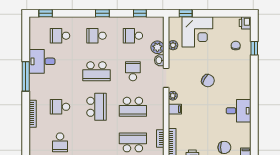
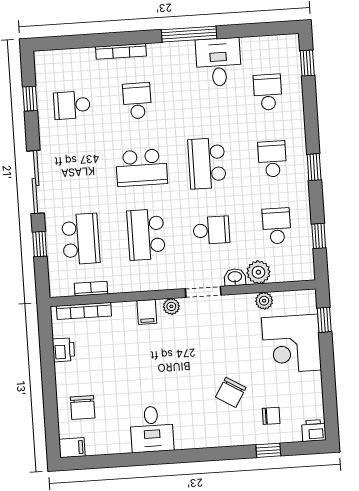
chair: (208, 81) -> (231, 392), moved

